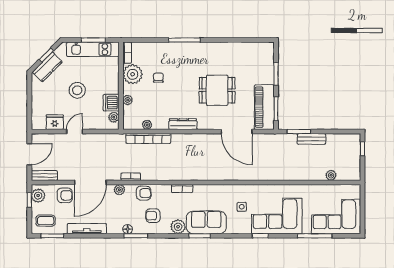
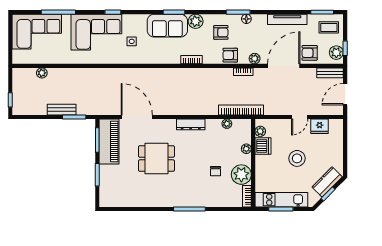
bookcase: (148, 139) -> (241, 110), moved

